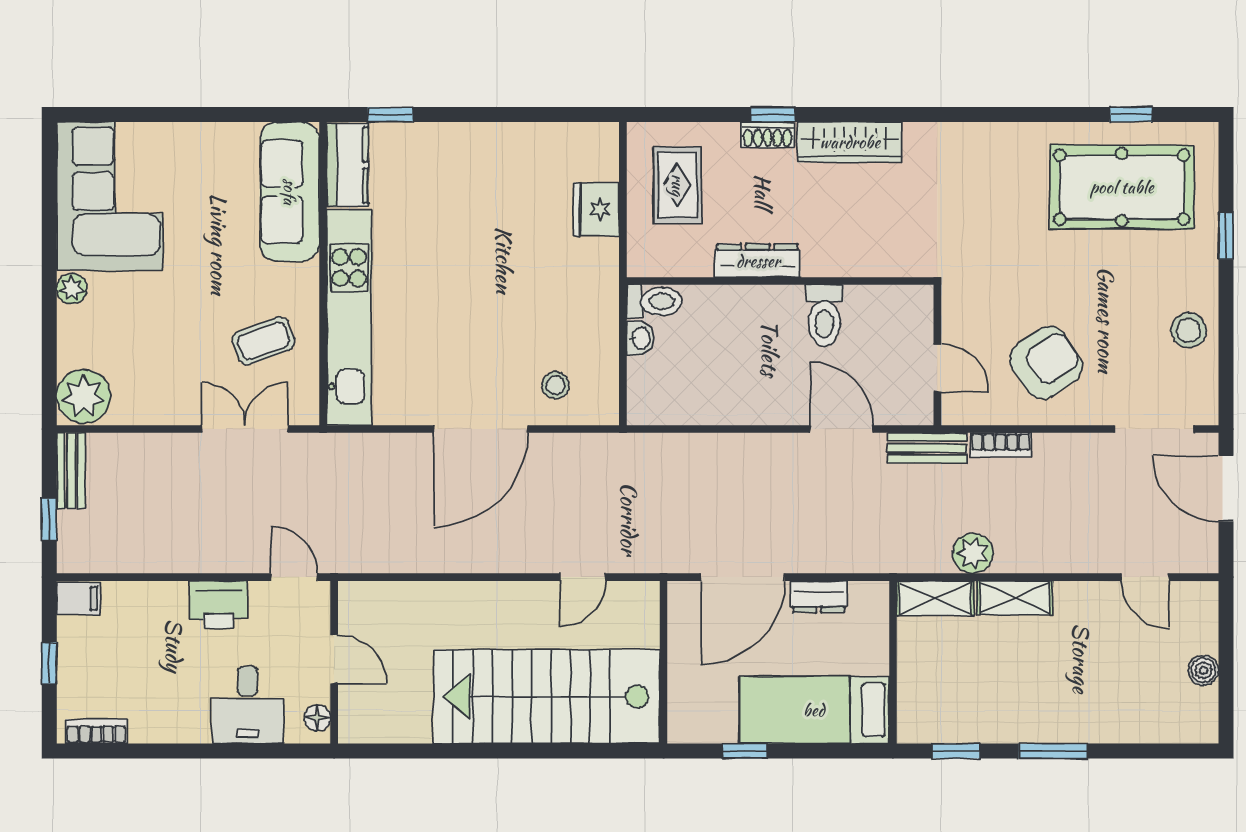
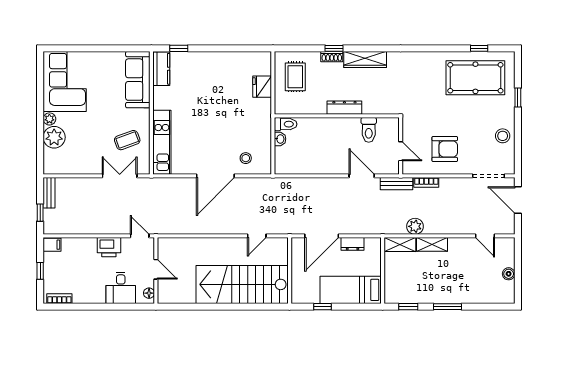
dresser: (758, 261) -> (344, 108), moved
toilet: (824, 315) -> (369, 130), moved
kitchen unit: (349, 317) -> (162, 142), width x0.73
armchair: (1046, 363) -> (445, 149), turned 34
plant: (83, 396) -> (54, 137), moved

